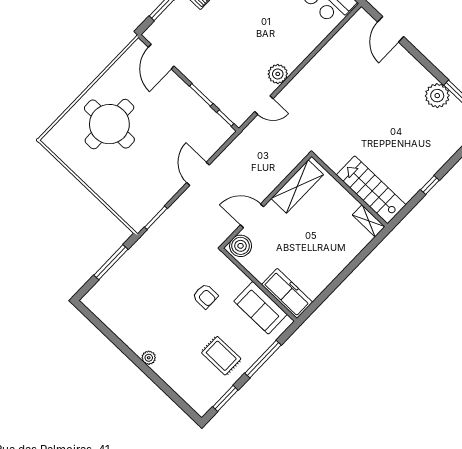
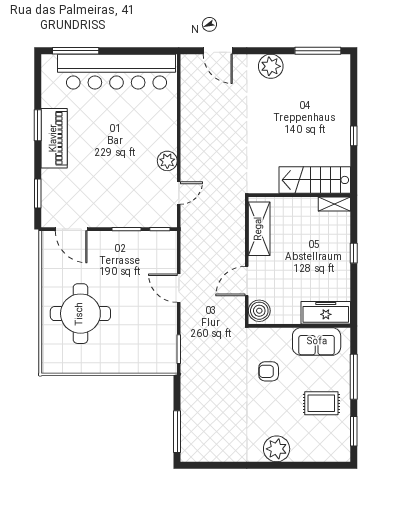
plant: (437, 96) -> (271, 66), moved
window: (111, 262) -> (177, 432), moved
window: (349, 270) -> (354, 253), added
armchair: (205, 296) -> (269, 371), turned 180
plant: (149, 358) -> (277, 449), width x1.87, depth x1.87

